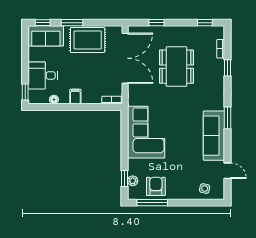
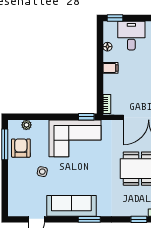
window: (124, 179) -> (86, 117), moved
armchair: (156, 186) -> (21, 148), turned -90
side table: (205, 189) -> (42, 172), moved

